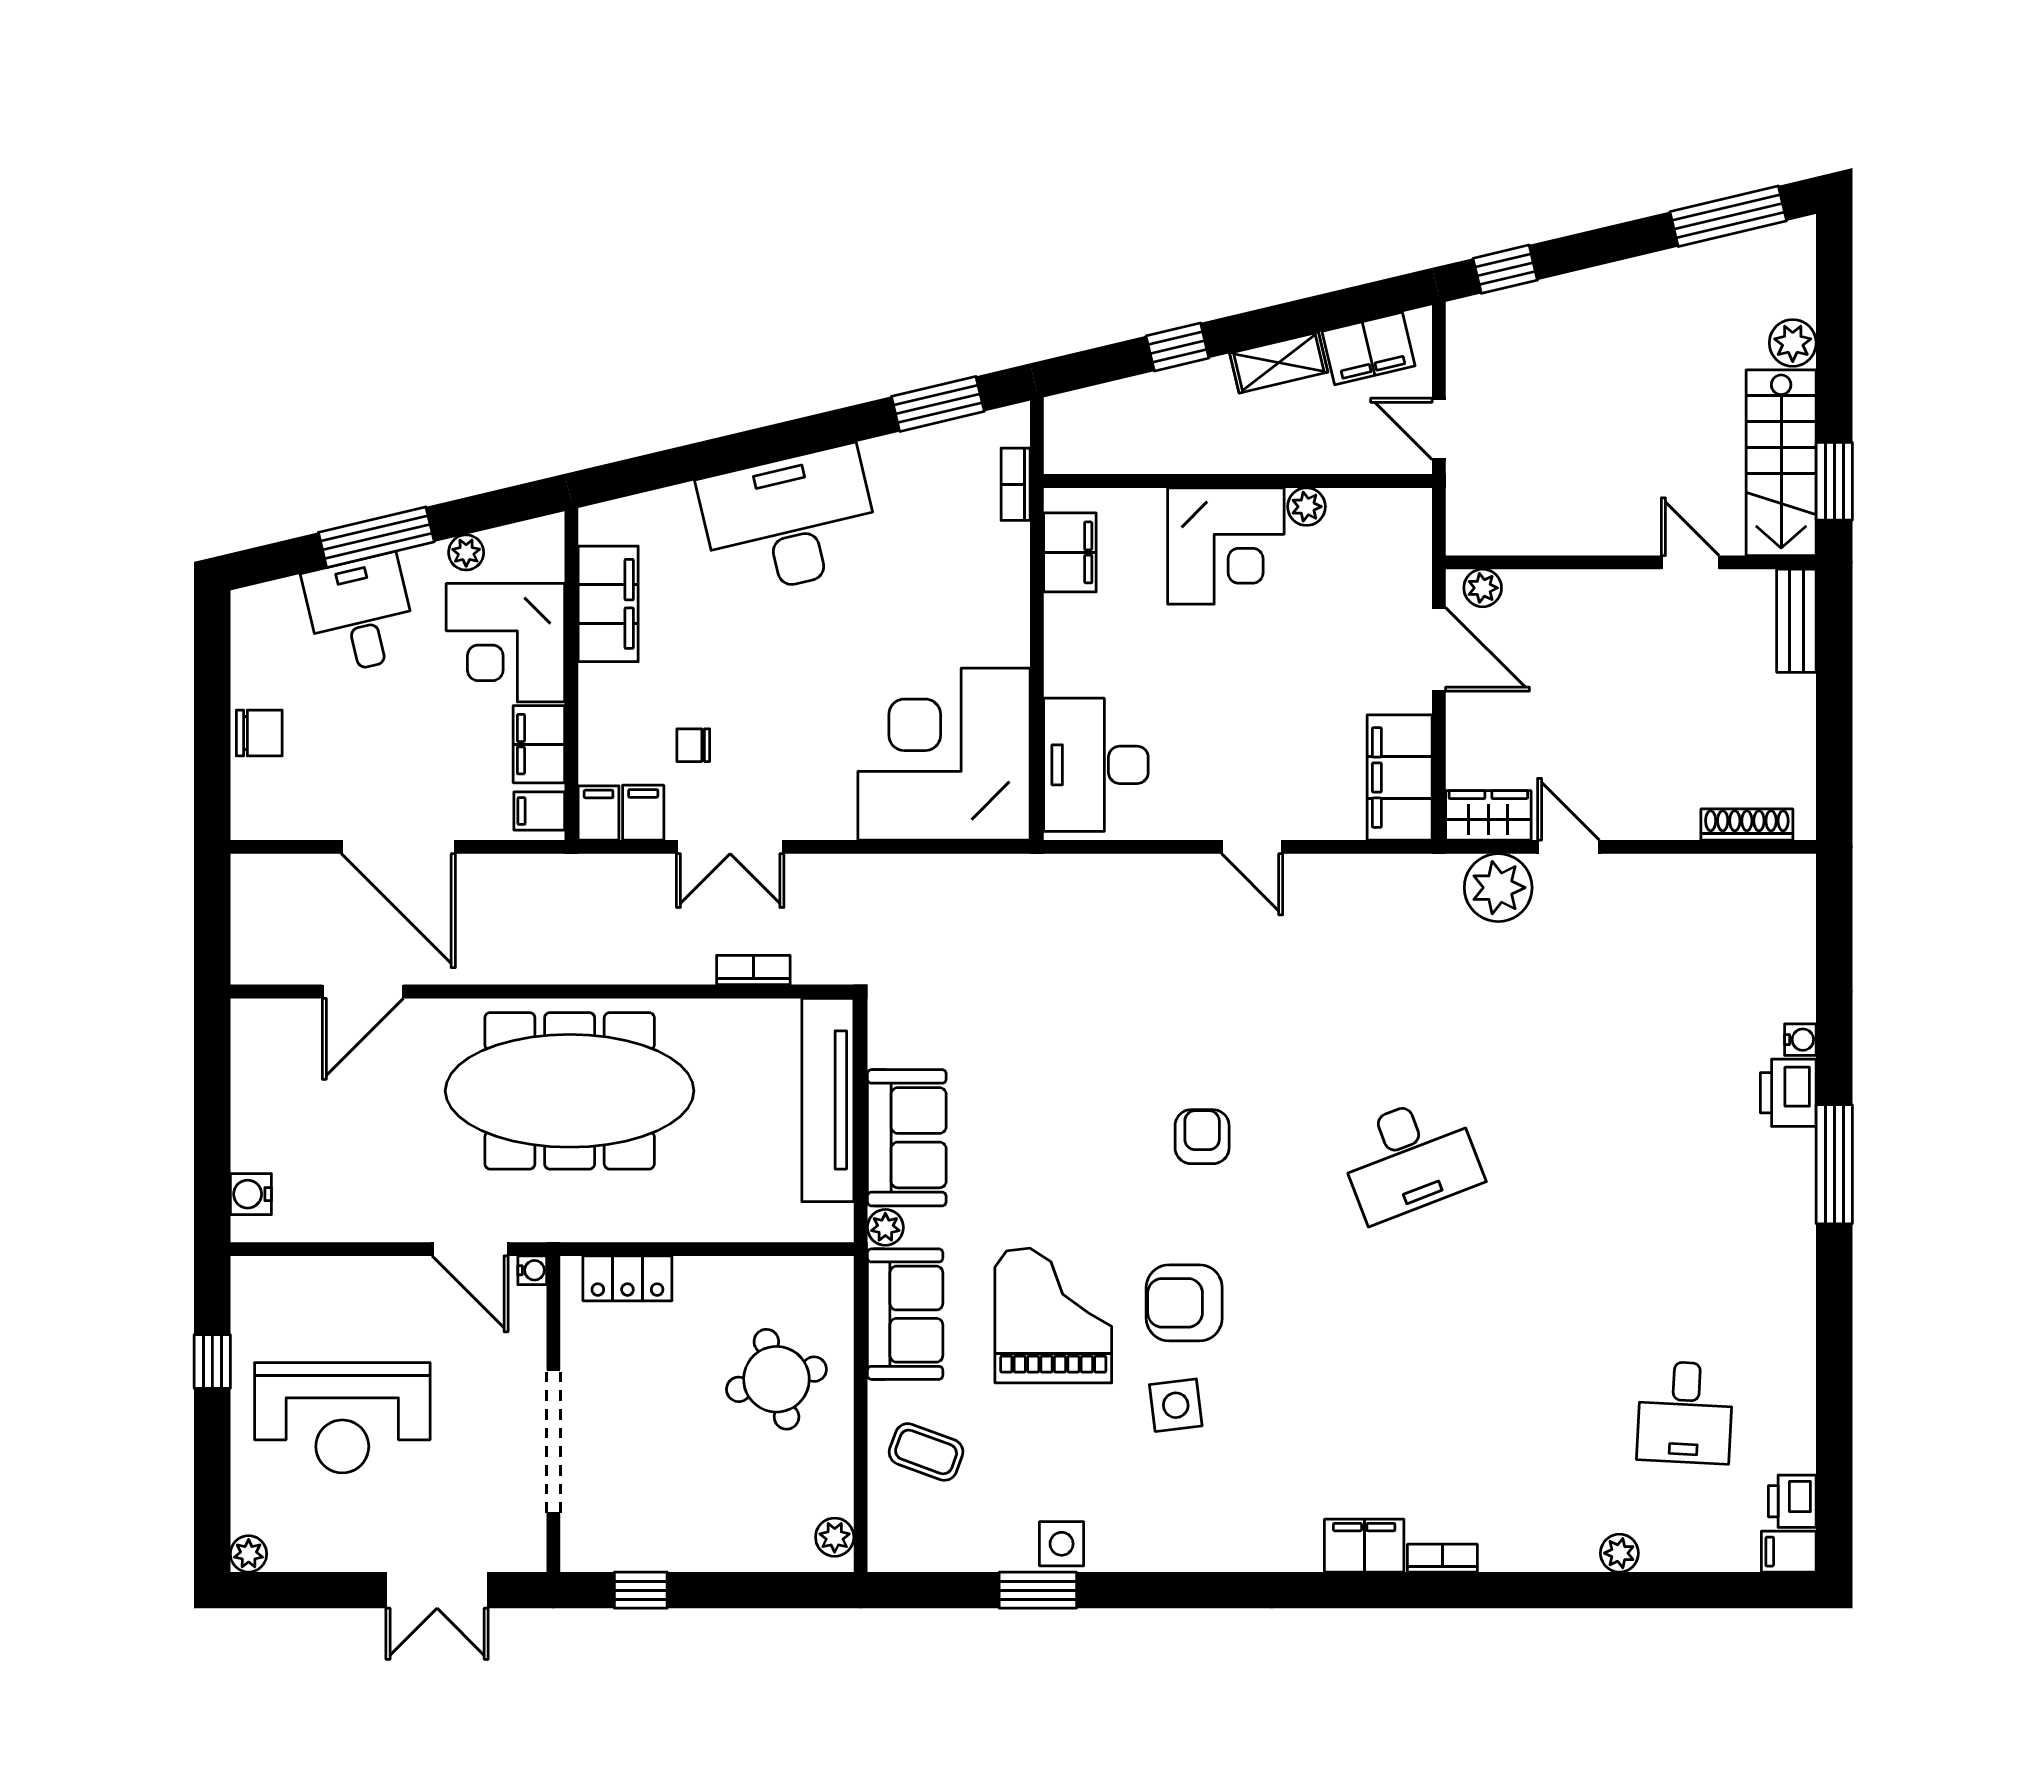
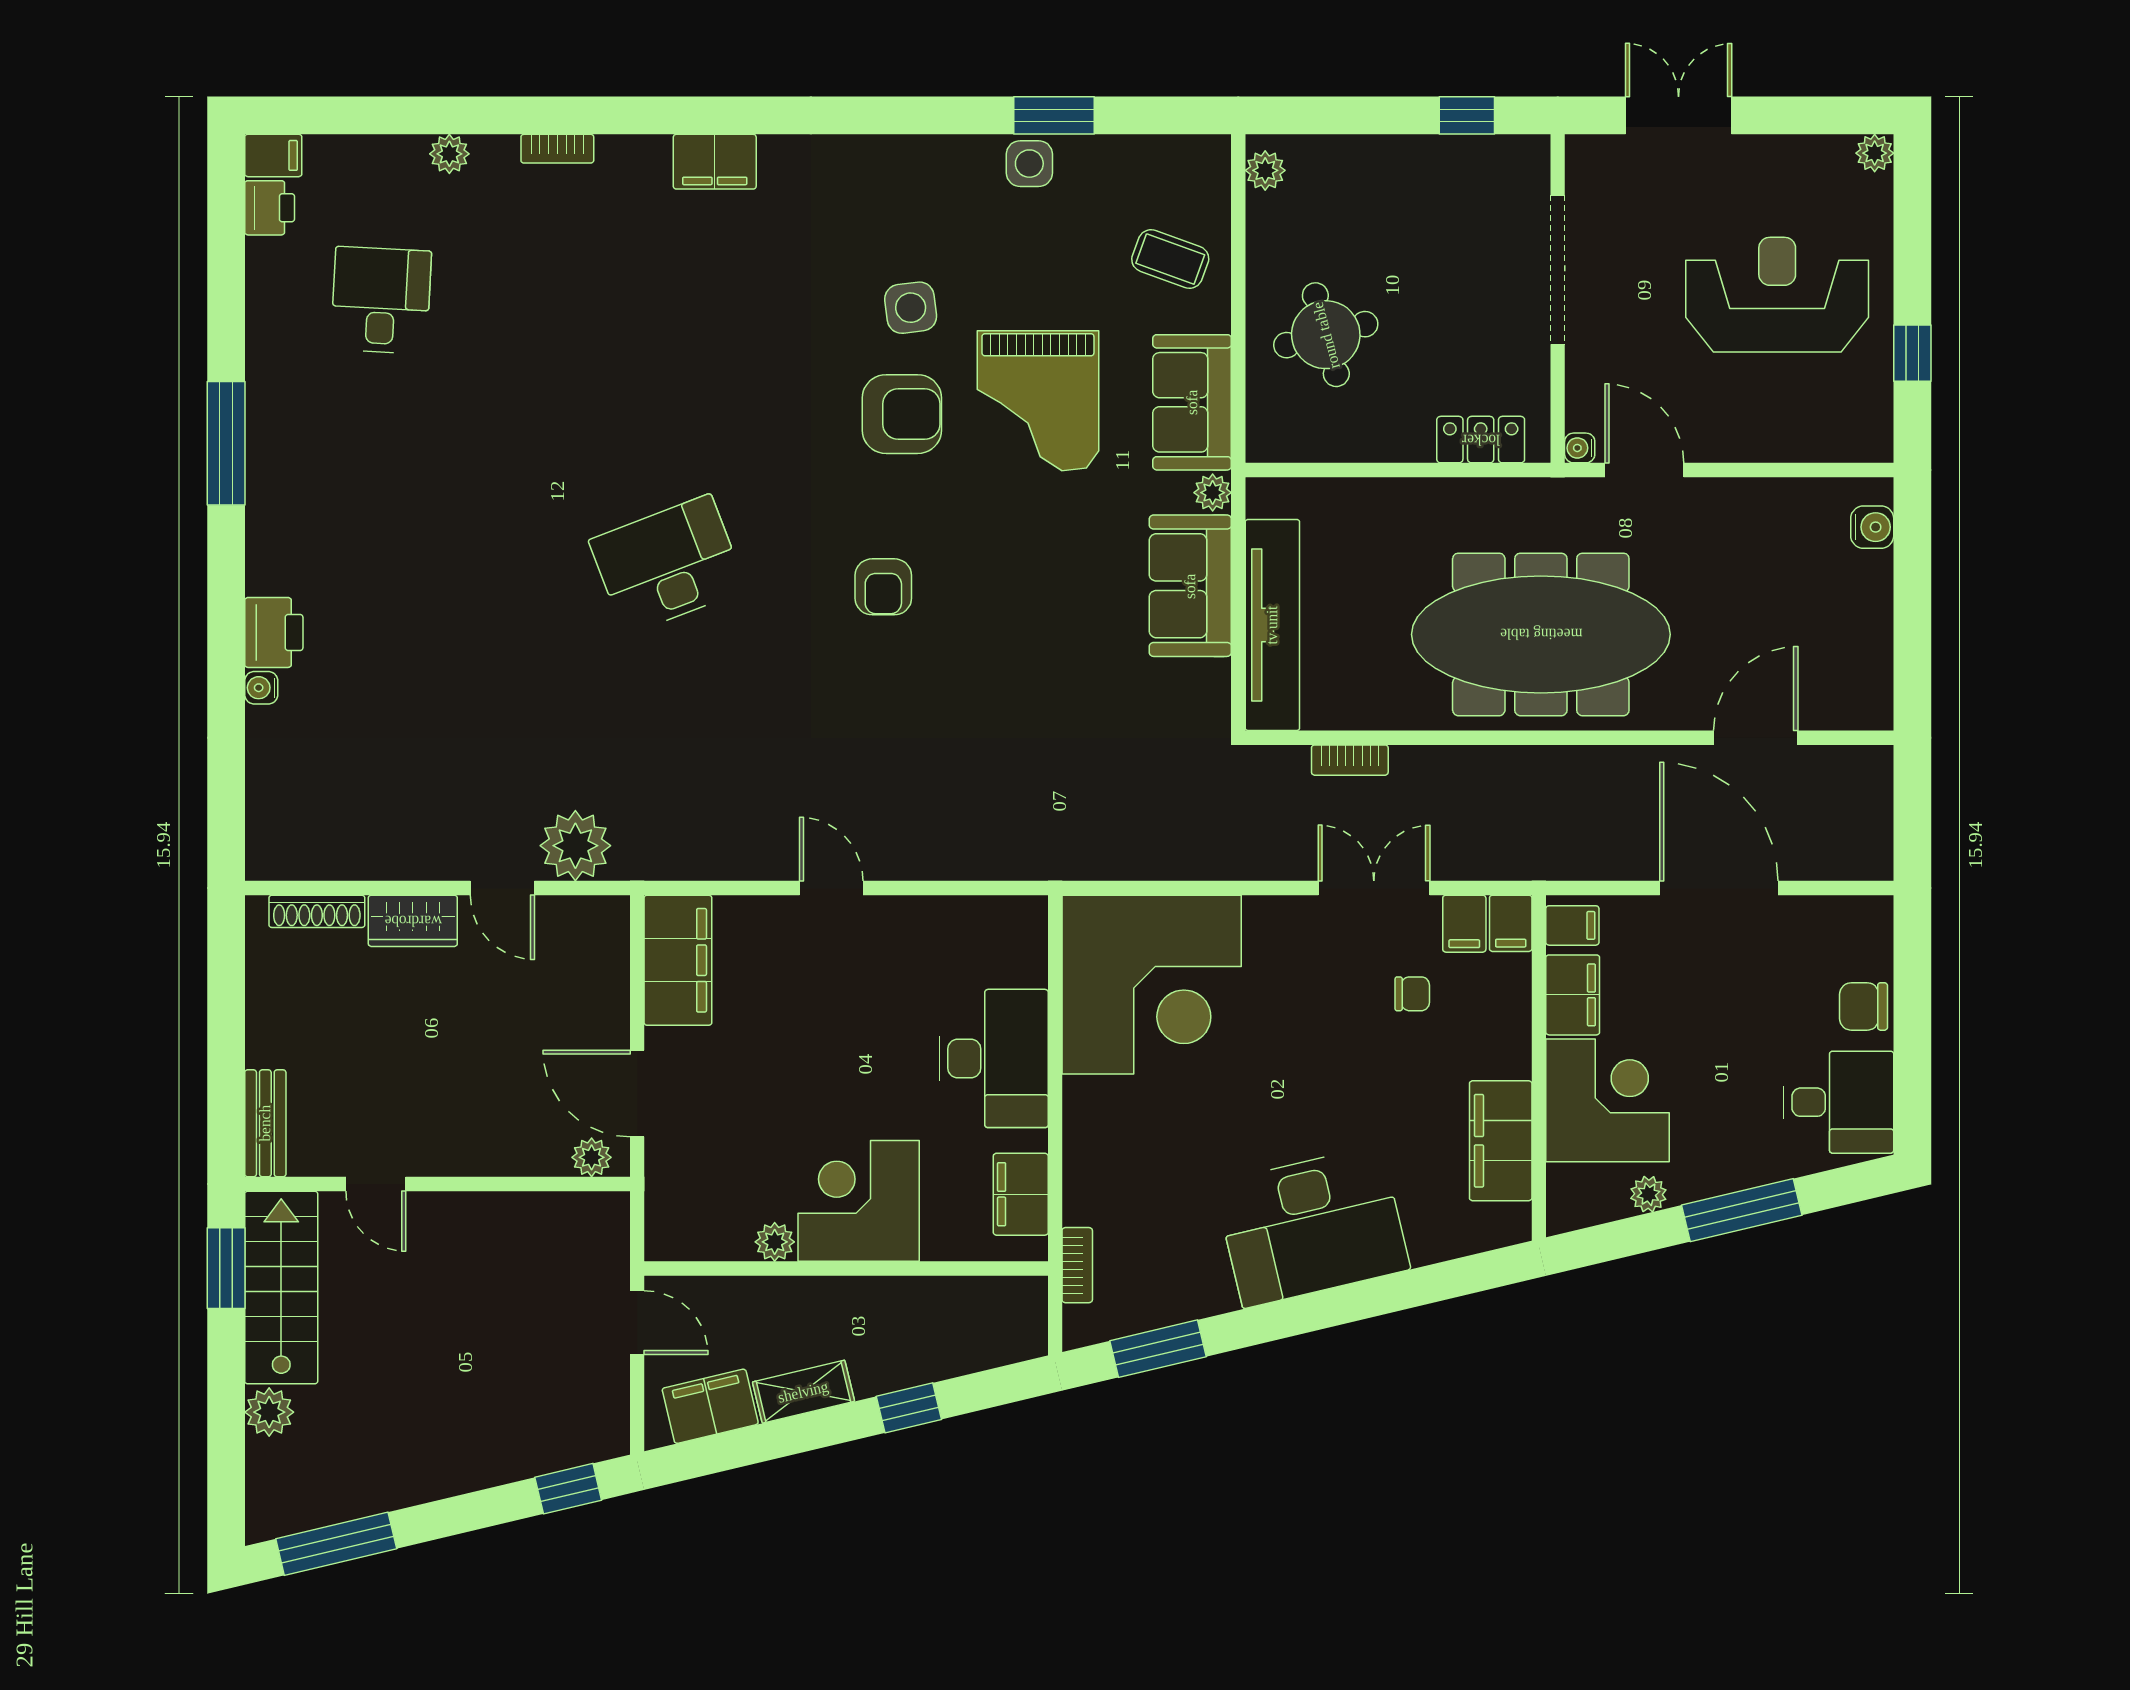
desk: (360, 614) -> (1838, 1102), moved, turned -77
desk: (1096, 765) -> (994, 1058), moved
wardrobe: (1488, 815) -> (413, 921), moved
window: (1834, 1164) -> (226, 443), moved
bookcase: (1442, 1558) -> (557, 149), moved

